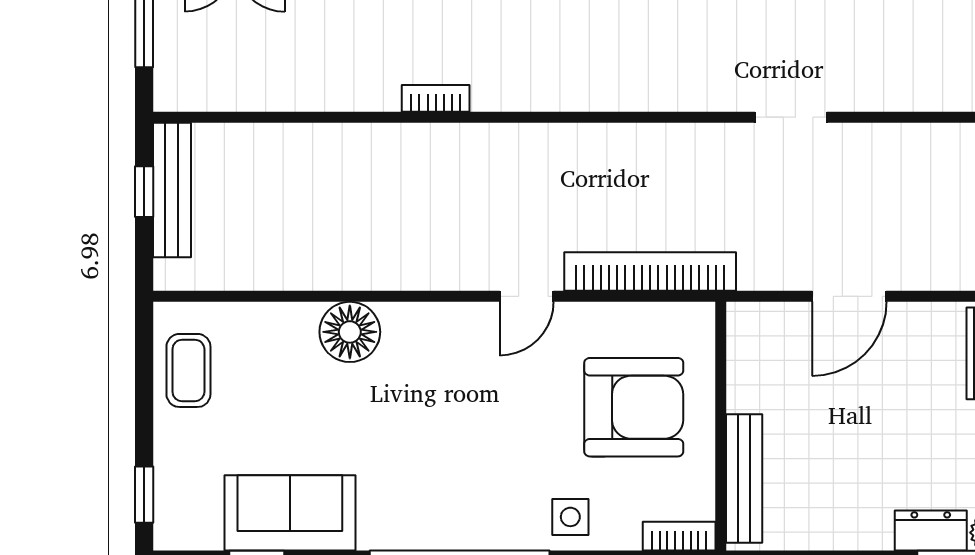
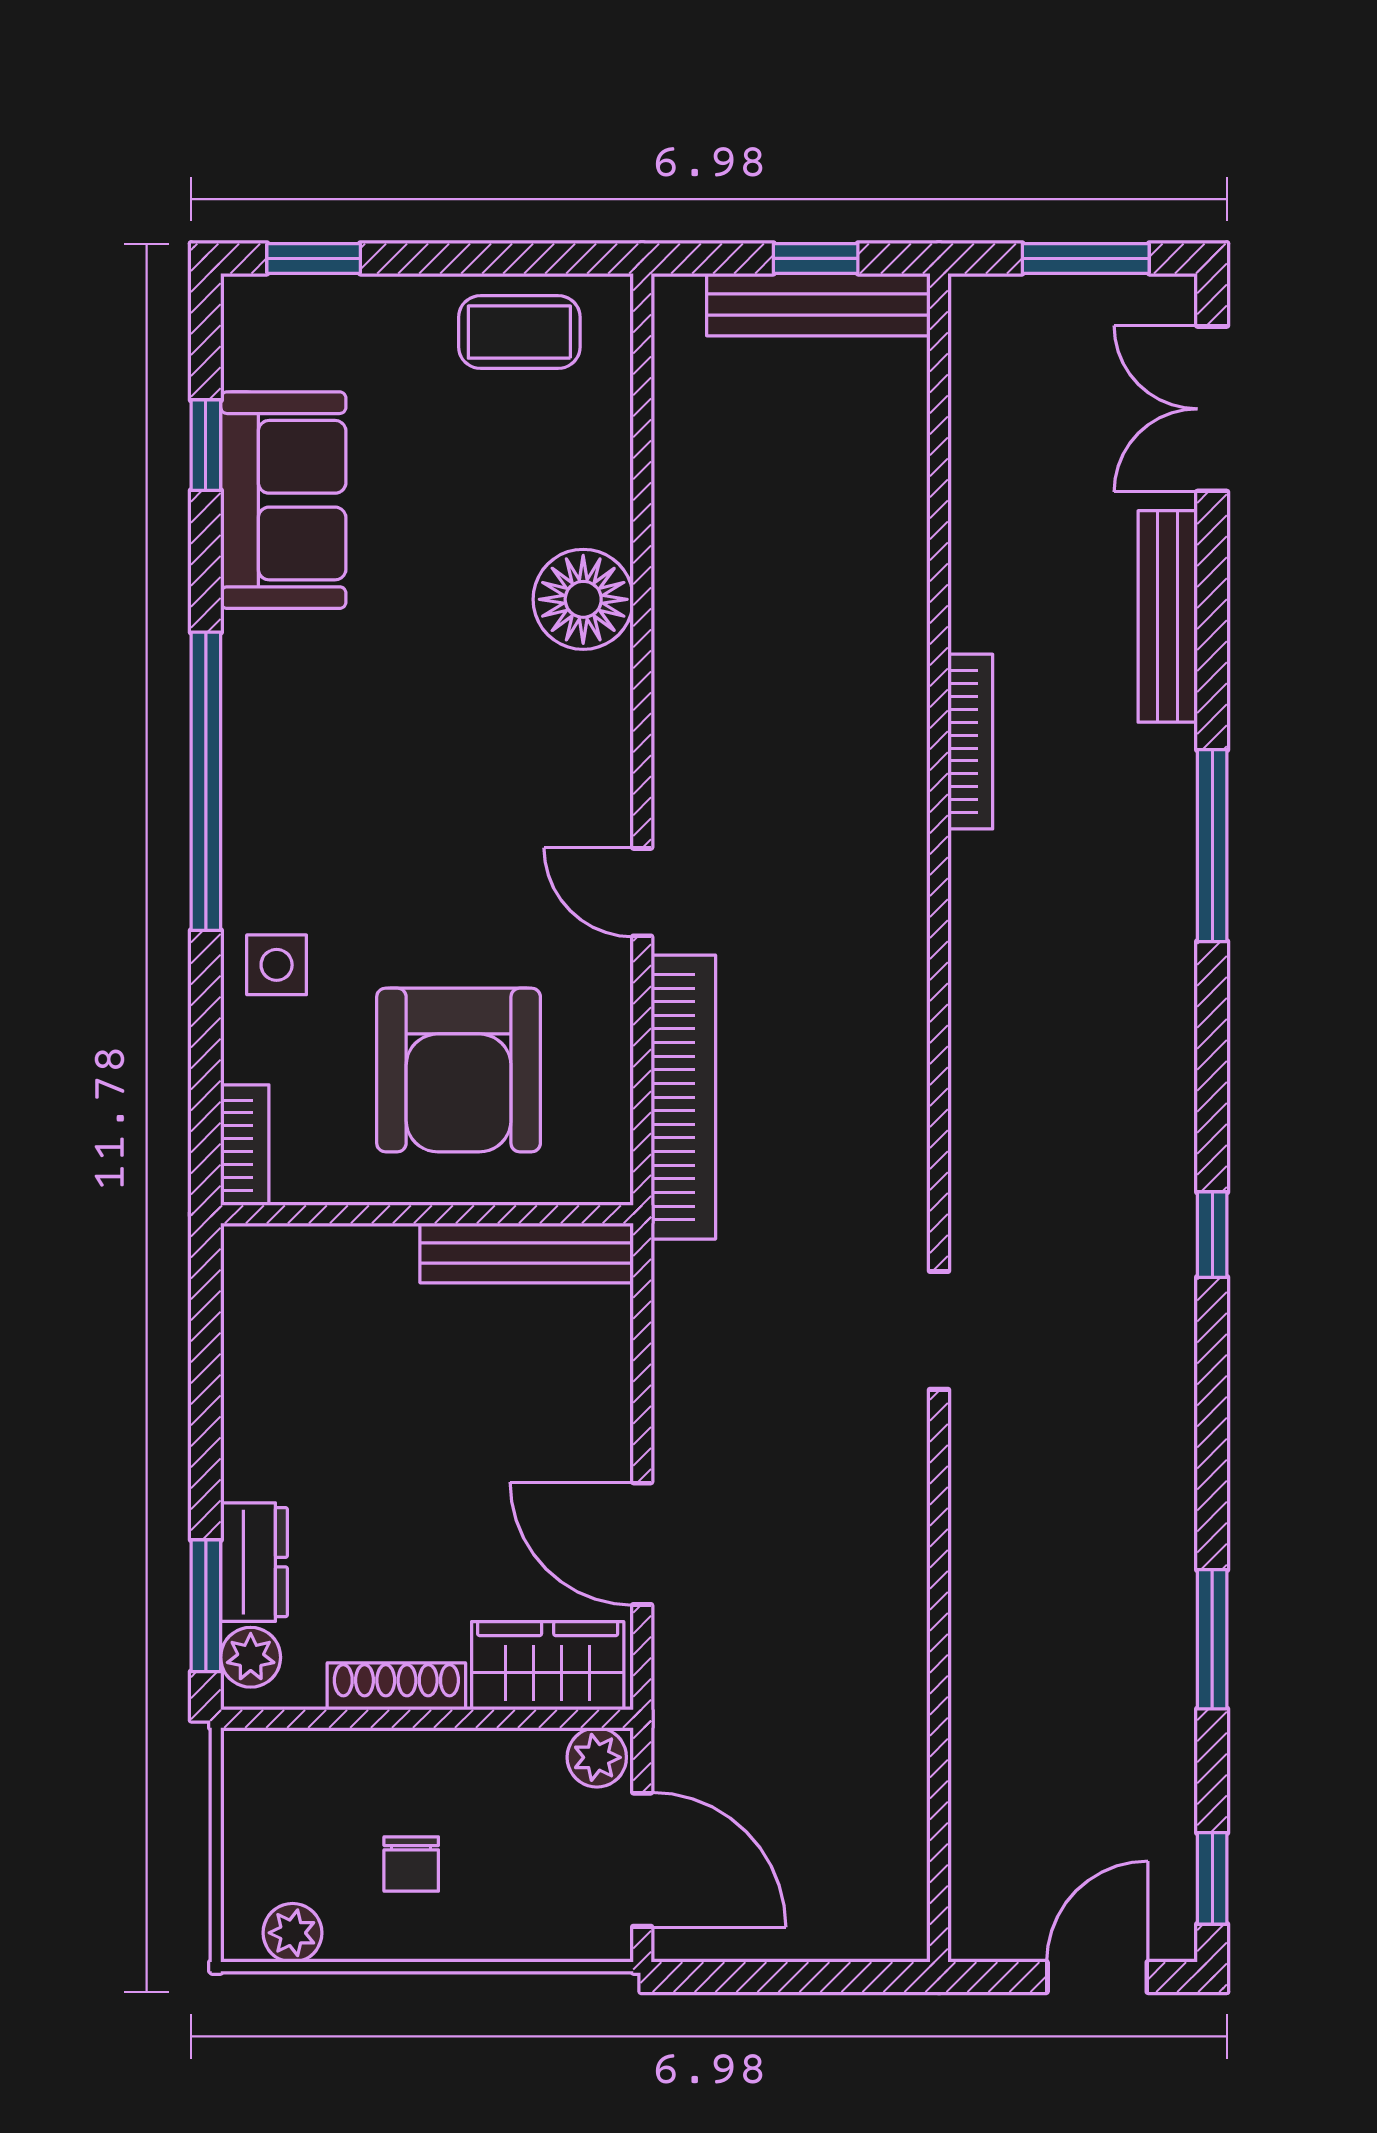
bookcase: (436, 98) -> (970, 742), width x1.56
door: (849, 296) -> (642, 1544), moved
bench: (744, 479) -> (527, 1253), moved

